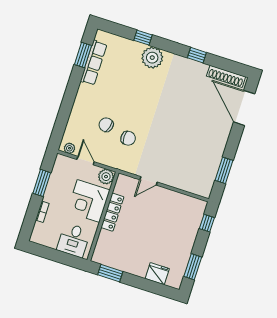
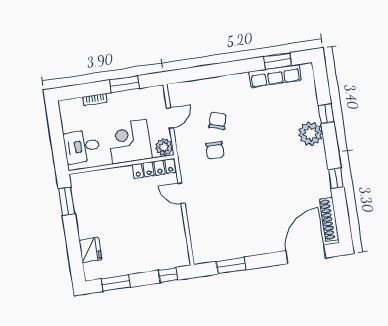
plant: (69, 148) -> (174, 95), removed
locker: (112, 212) -> (154, 169), moved

